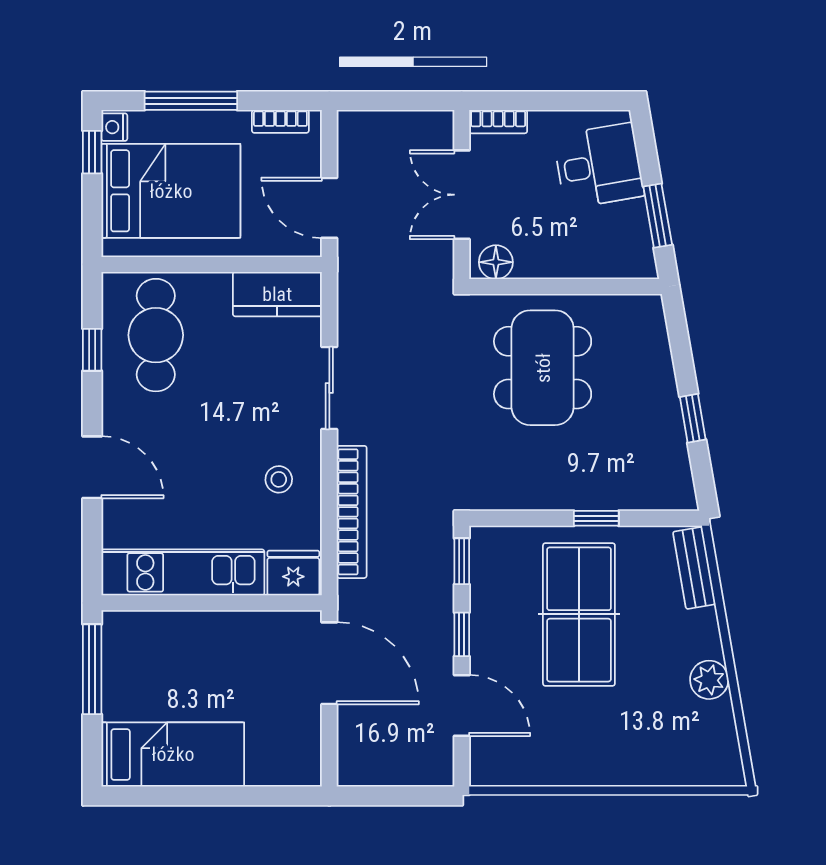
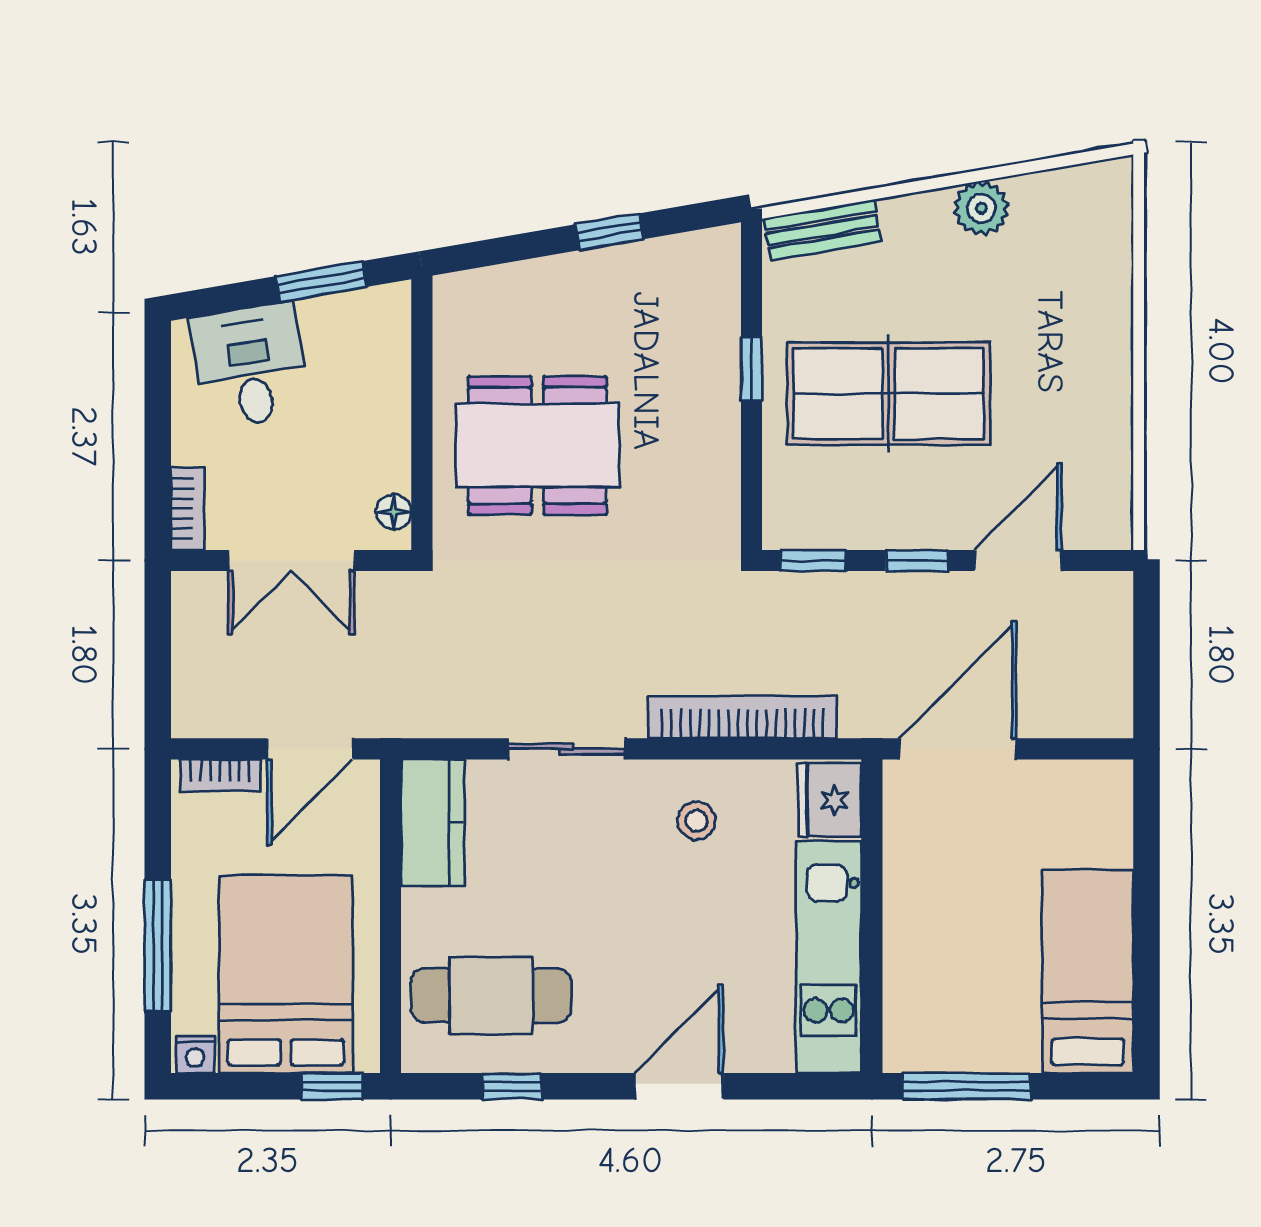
bookcase: (280, 121) -> (220, 775), moved, turned 90
window: (92, 152) -> (332, 1086), moved
floor lamp: (496, 262) -> (394, 512), width x0.73, depth x0.73

